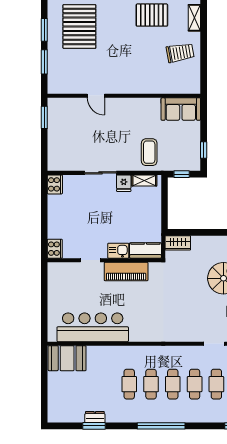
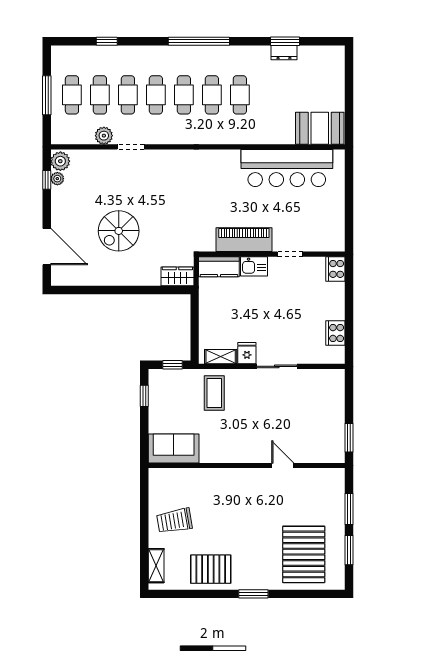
cooker: (55, 184) -> (335, 333), moved

